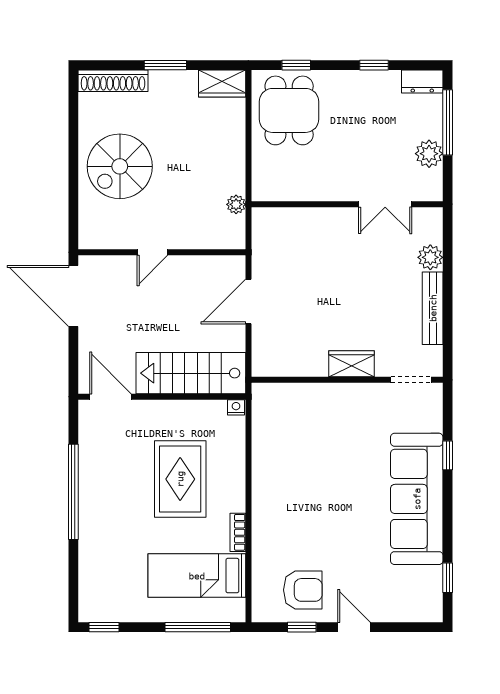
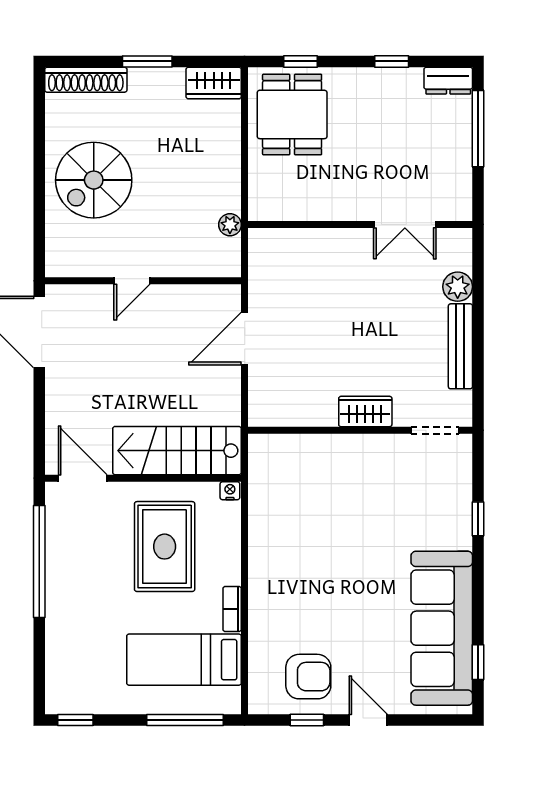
plant: (429, 154) -> (456, 165), removed
stairs: (191, 373) -> (177, 451), moved
door: (110, 397) -> (83, 478), moved
wall: (162, 397) -> (143, 478), moved
nightstand: (236, 407) -> (230, 491), moved
sofa: (417, 499) -> (442, 628), moved

